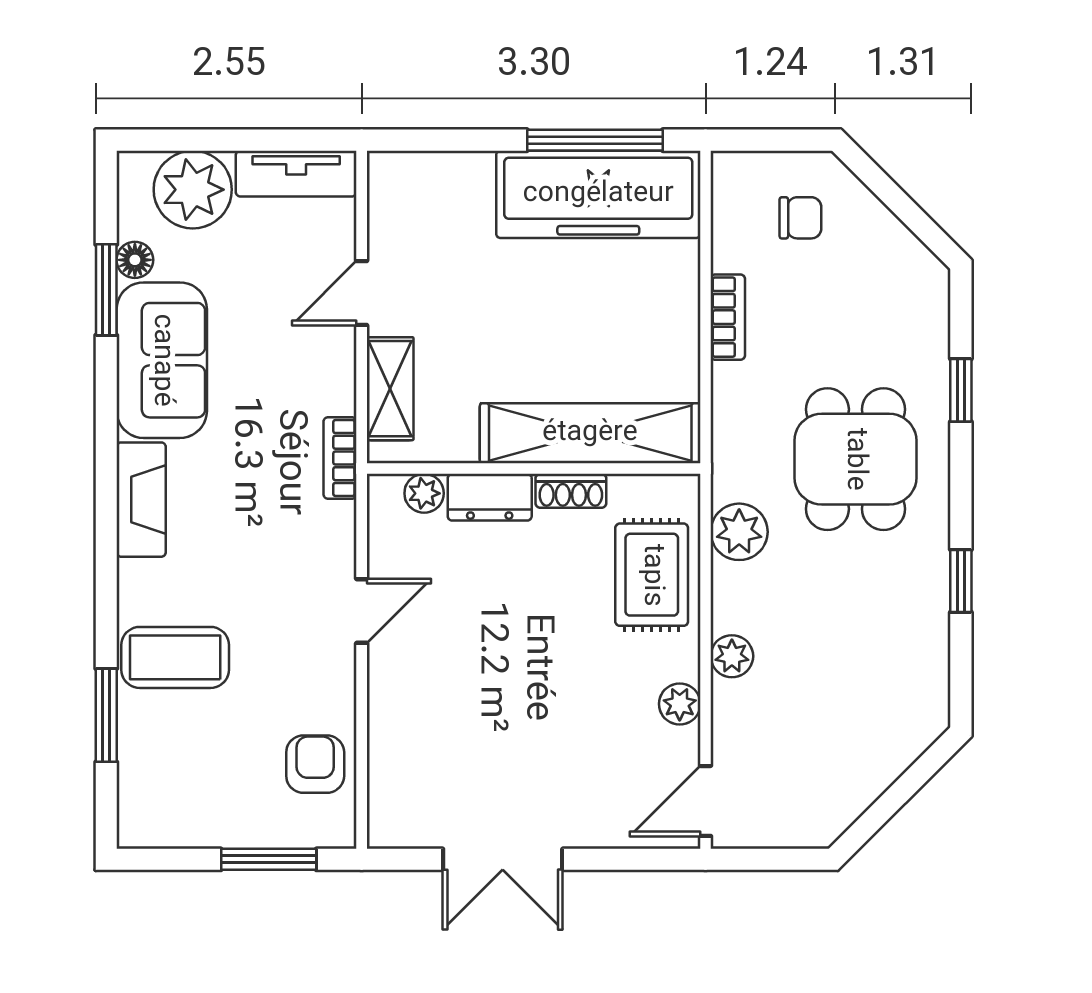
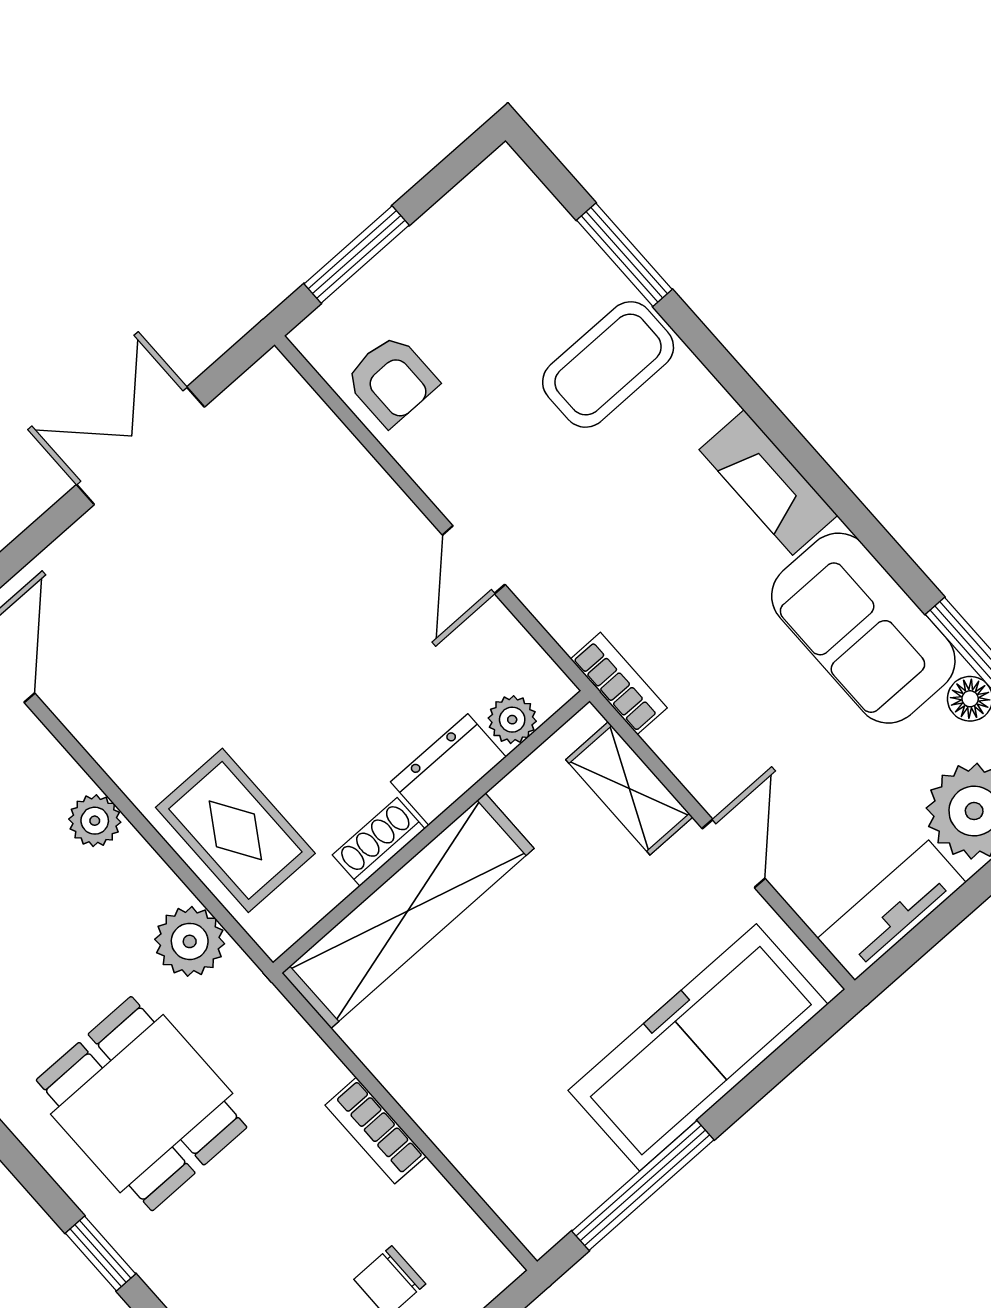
freezer: (598, 194) -> (698, 1047), moved
plant: (680, 704) -> (104, 734), removed

